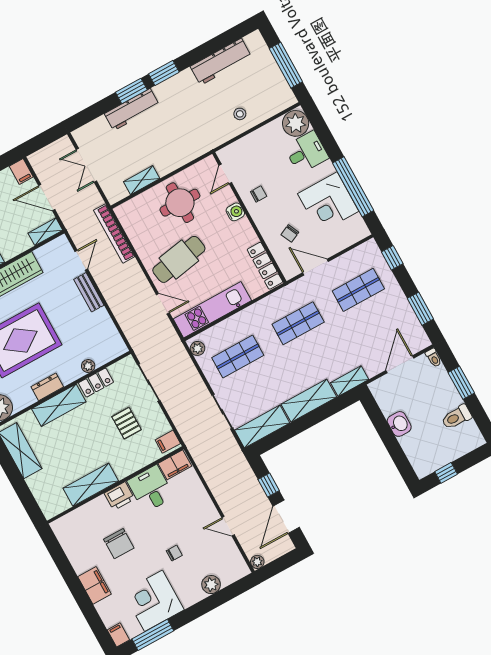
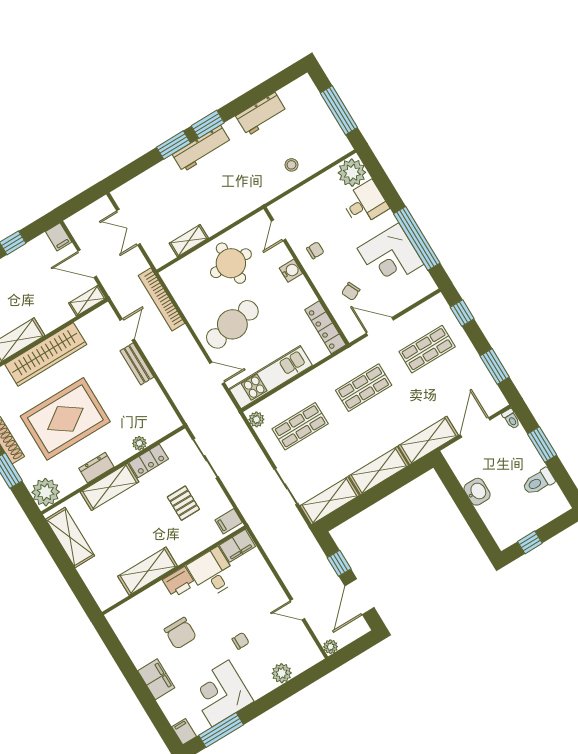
workbench: (221, 62) -> (261, 114), width x0.73
workbench: (132, 110) -> (202, 149), moved
shelving: (350, 381) -> (428, 440), width x1.50, depth x1.33

